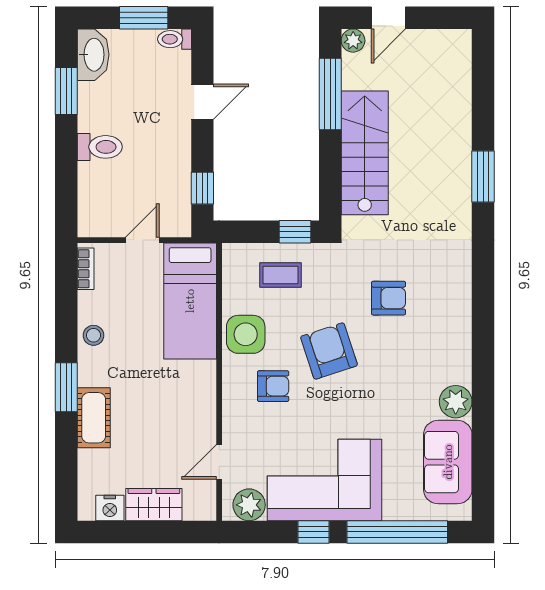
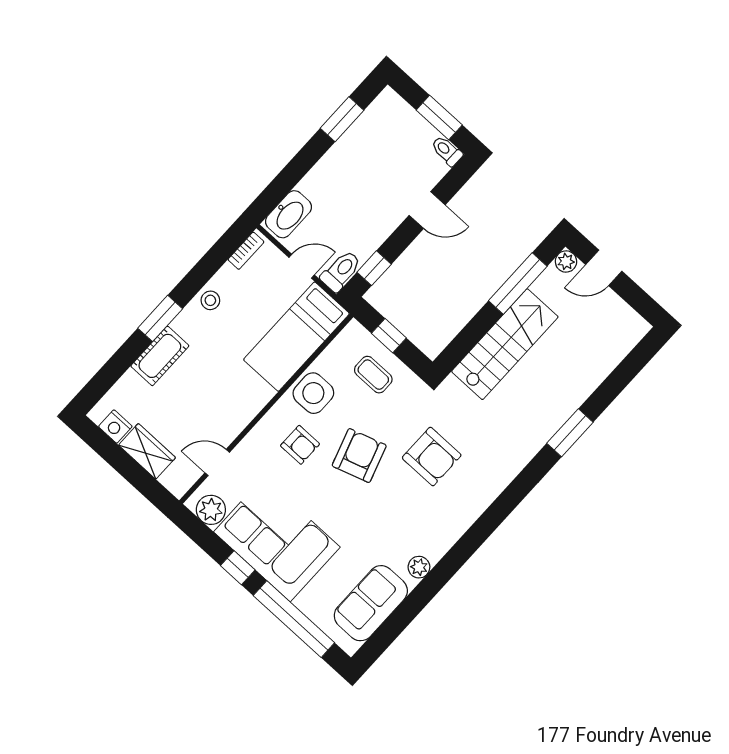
washbasin: (93, 55) -> (289, 214), moved
toilet: (100, 147) -> (341, 271), moved, turned -90
window: (295, 232) -> (389, 336), moved
armchair: (388, 298) -> (432, 456), width x1.38, depth x1.38
plant: (456, 402) -> (419, 567), width x0.73, depth x0.73

